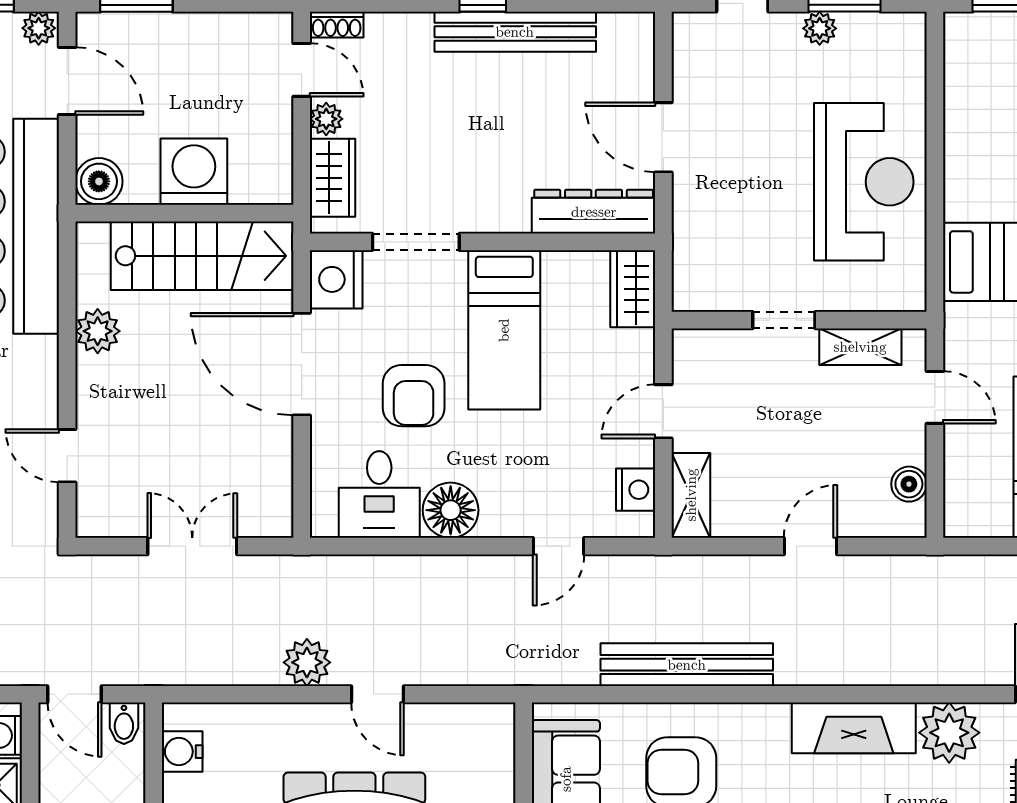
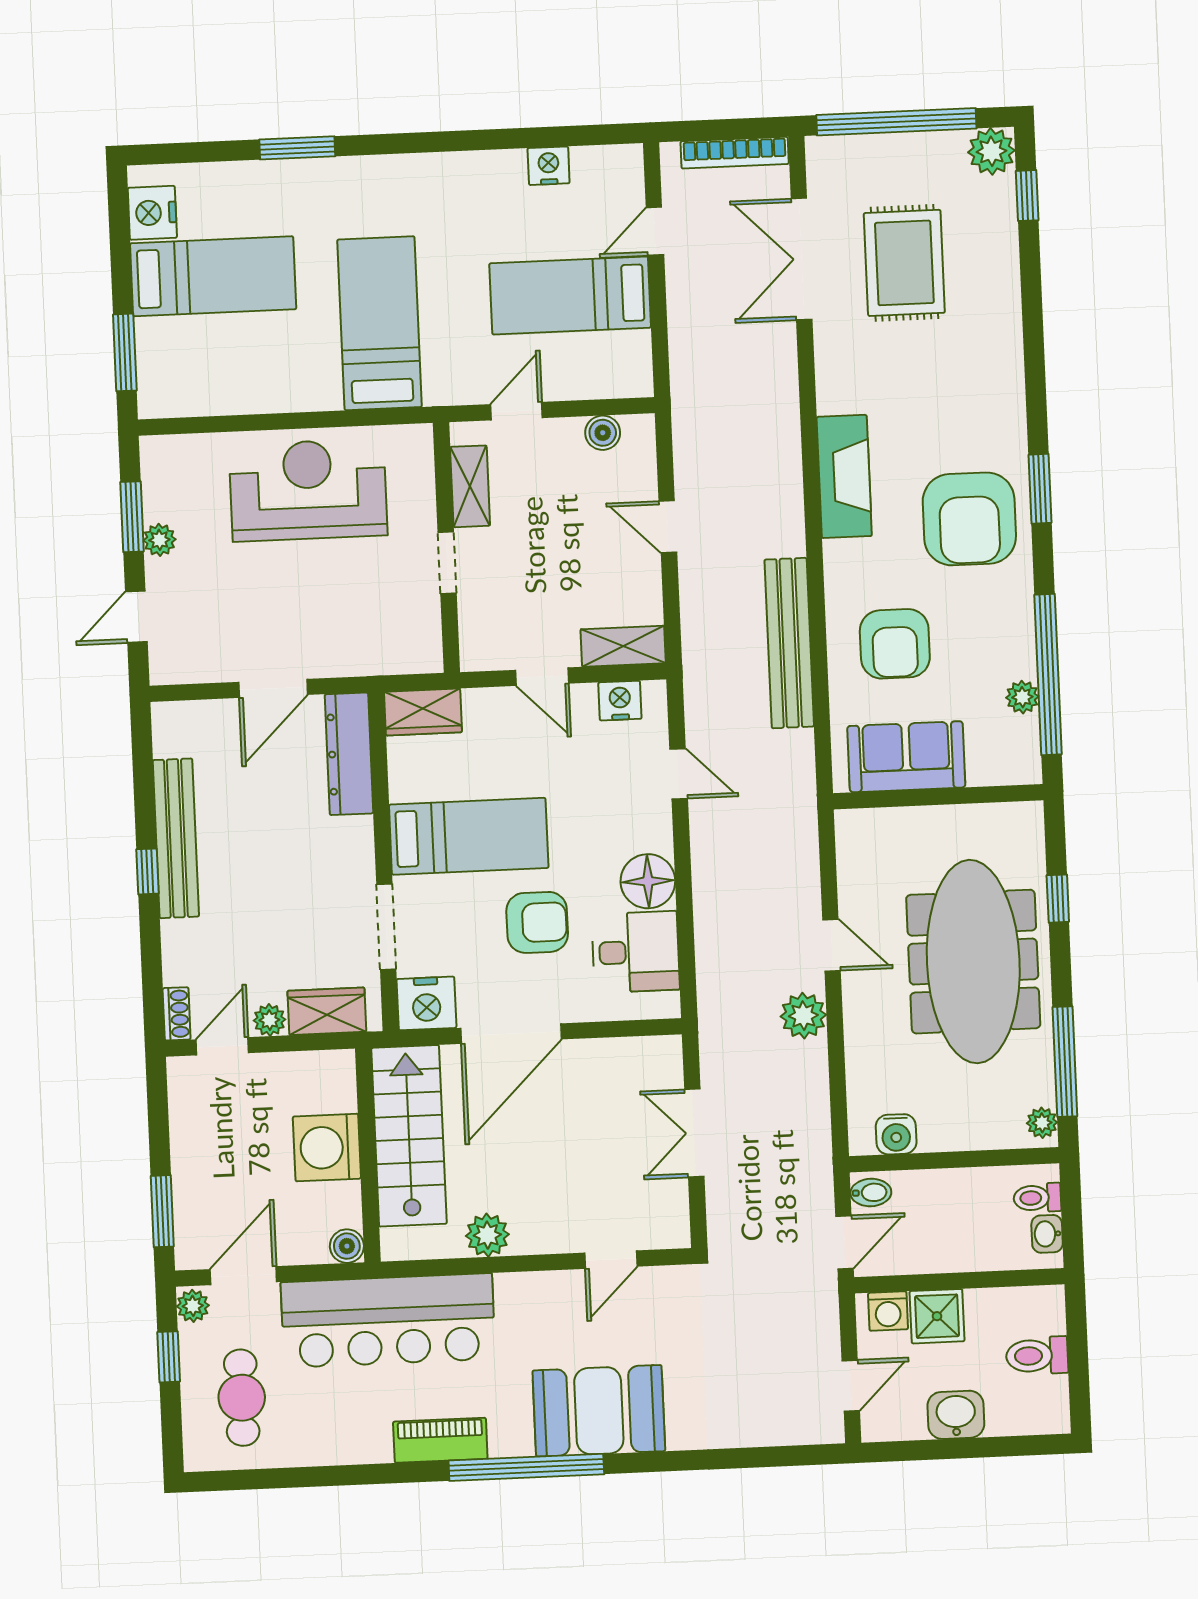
boiler: (99, 181) -> (347, 1246), width x0.73, depth x0.73
door: (377, 694) -> (832, 945), hinge flipped
plant: (949, 733) -> (845, 383), removed

